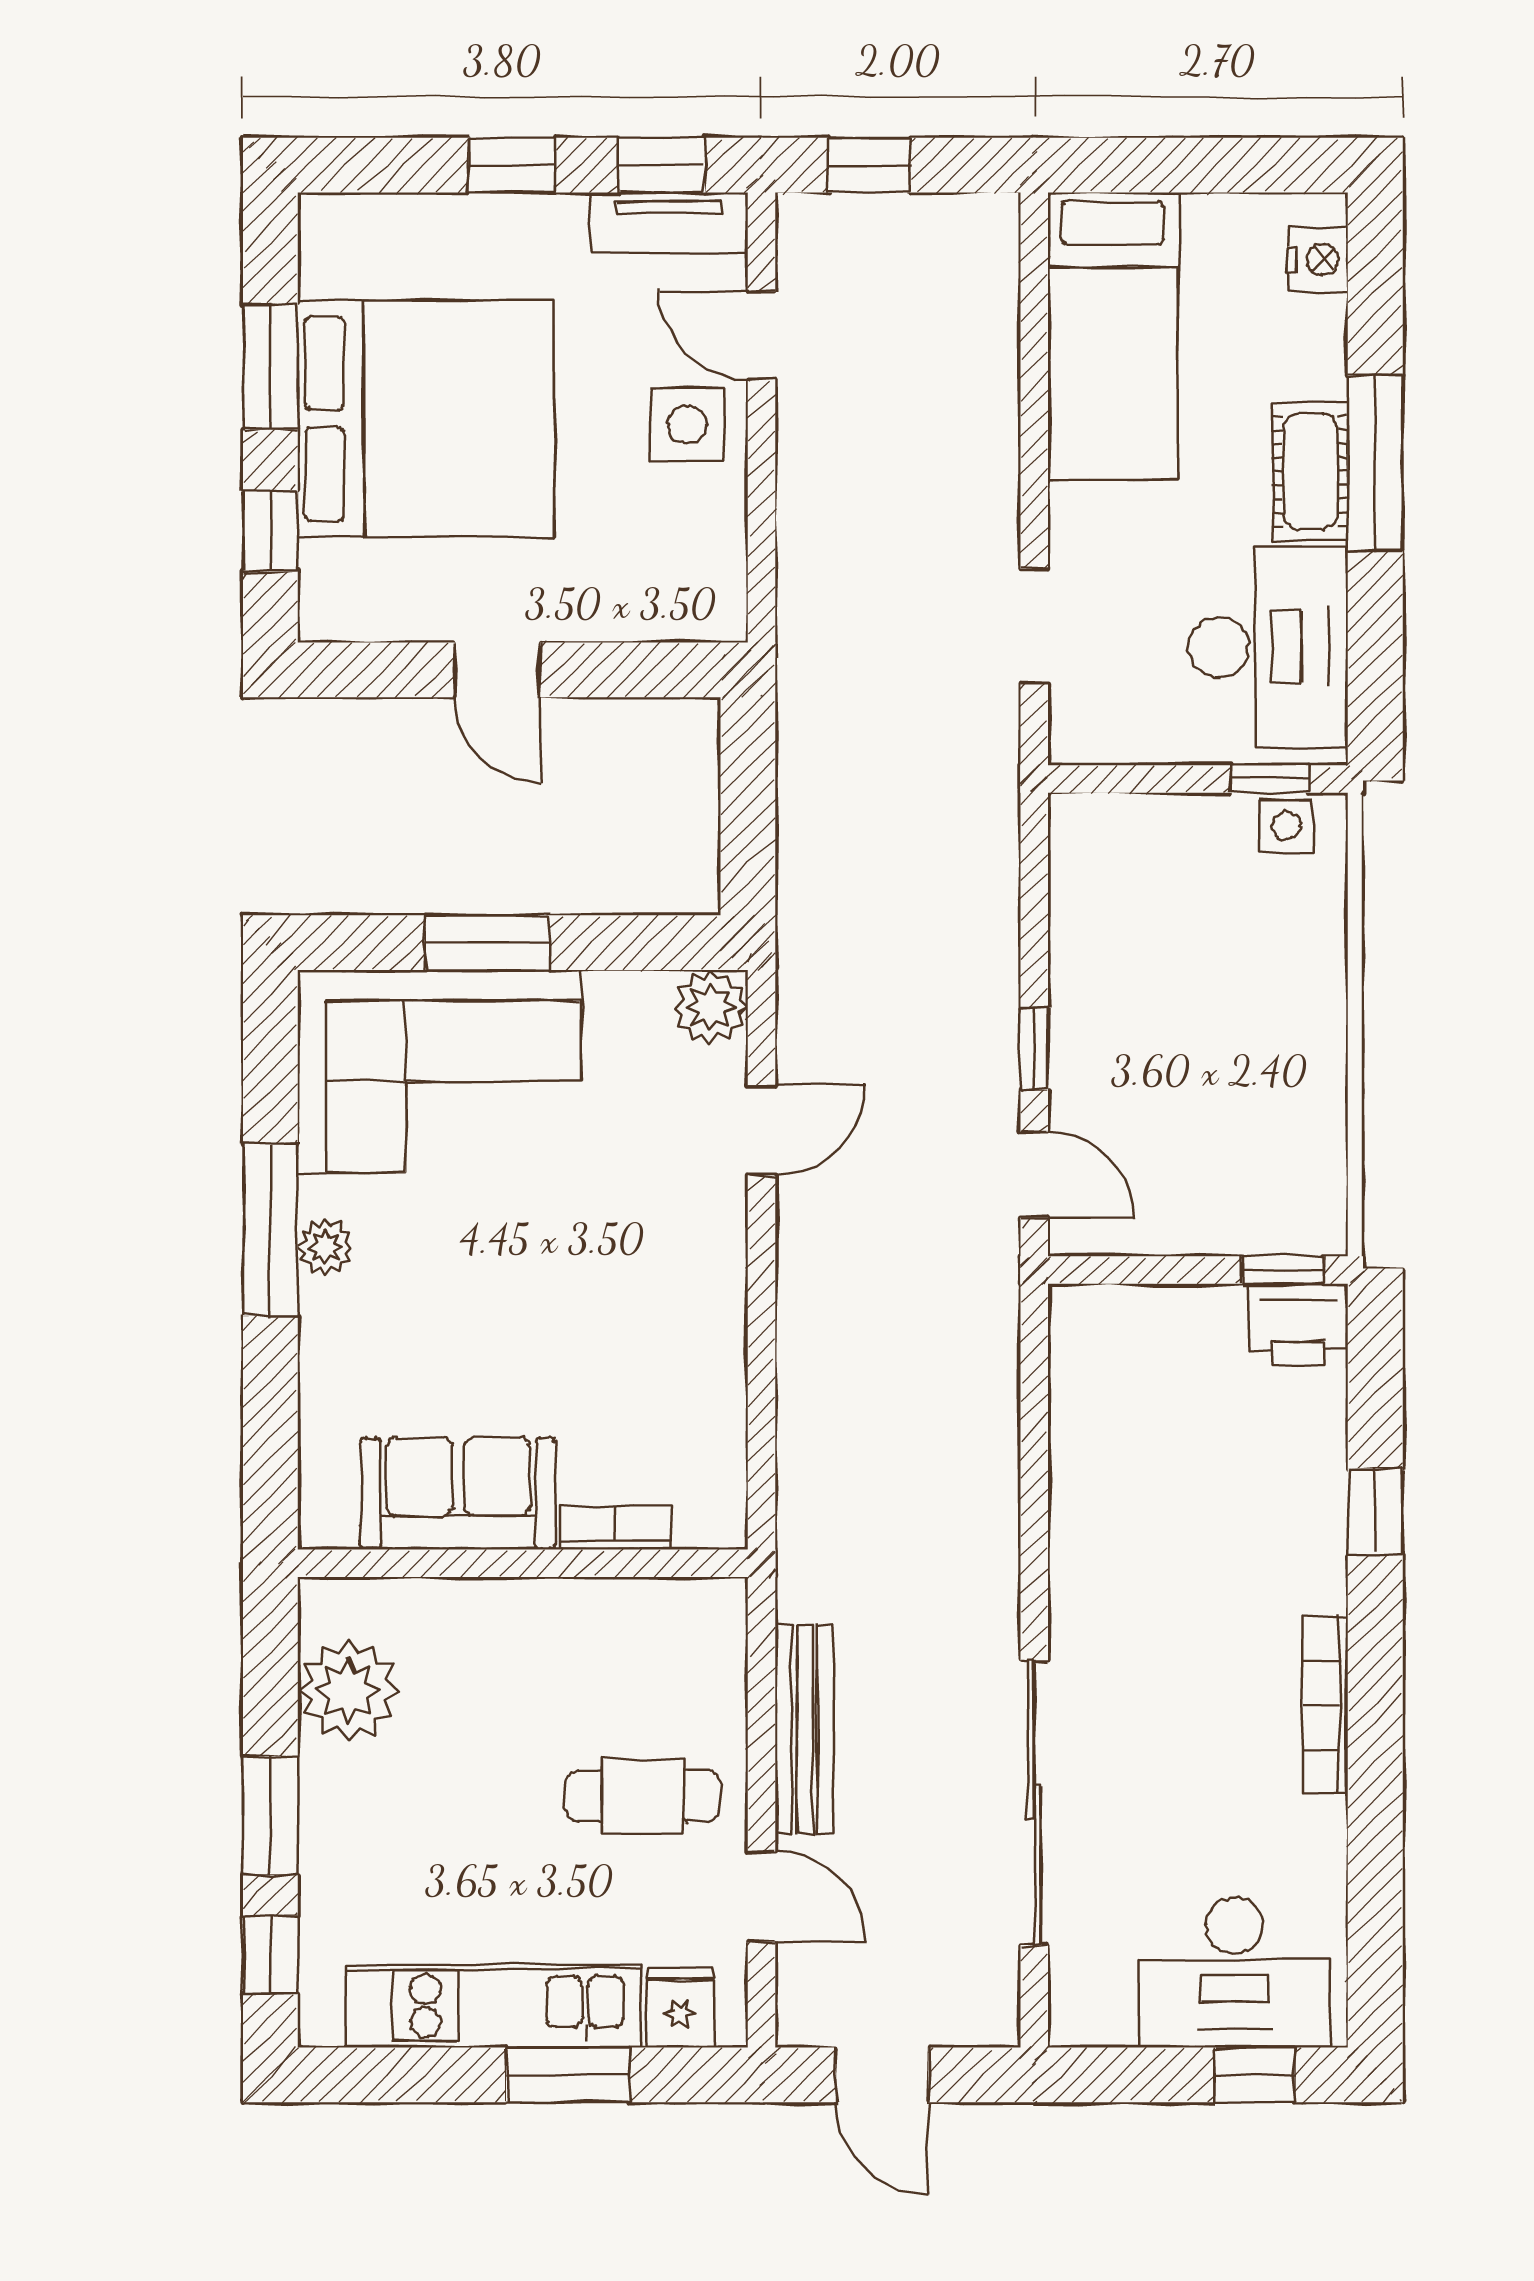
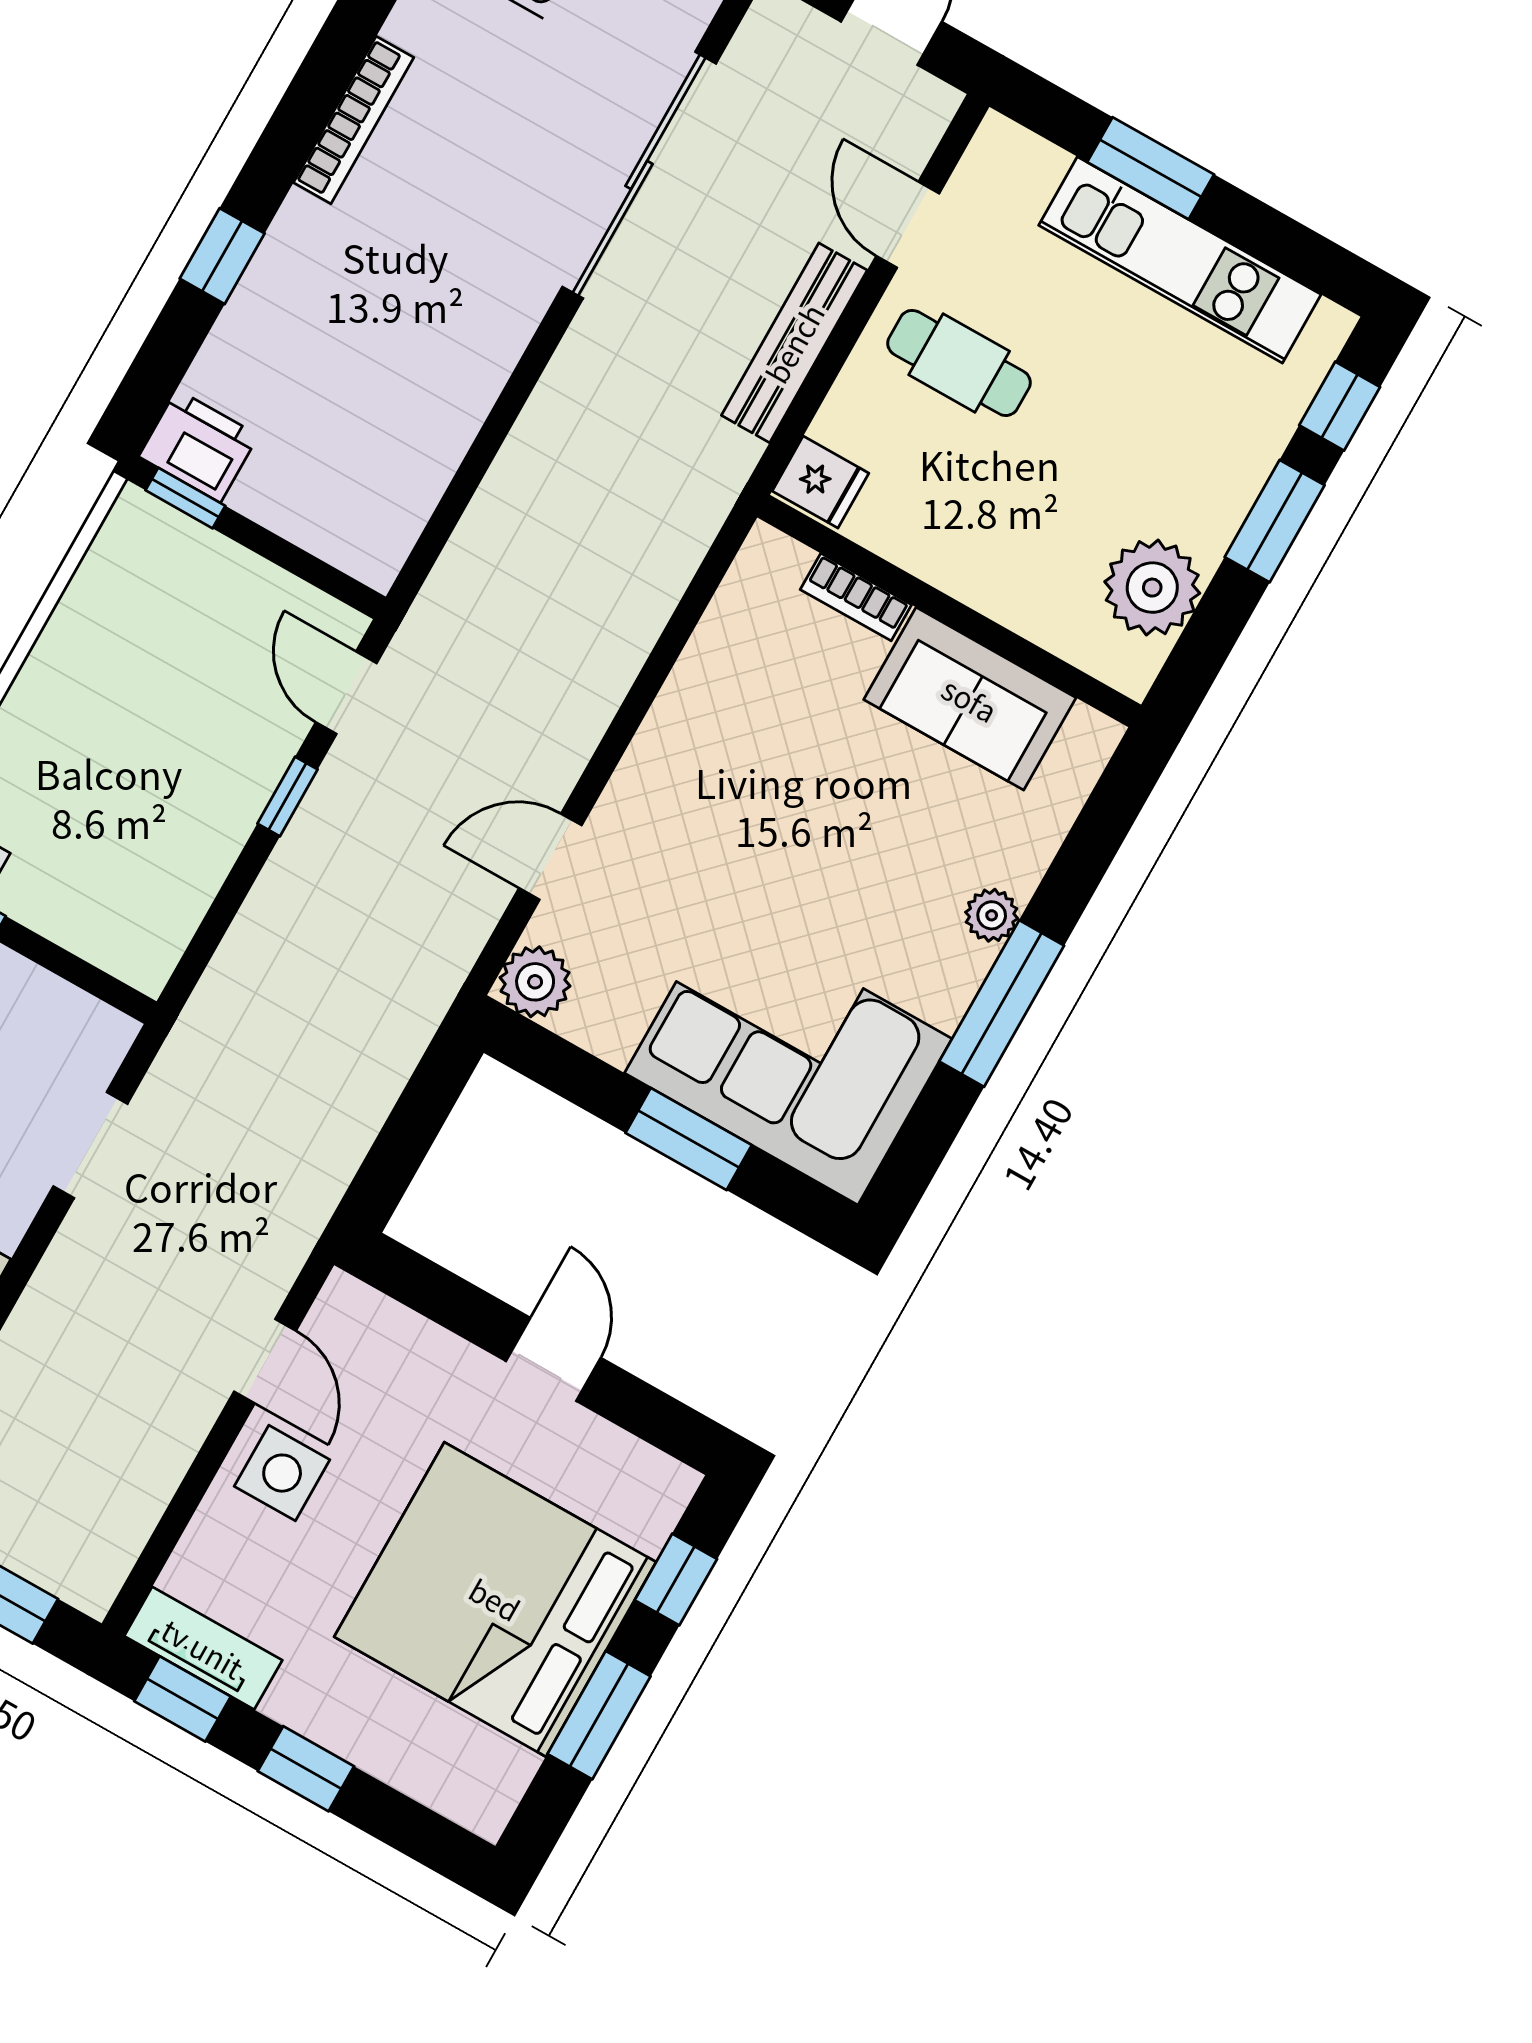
door: (761, 335) -> (265, 1361), moved
plant: (325, 1247) -> (992, 915), moved
fridge: (680, 2008) -> (821, 482), moved, turned -90

